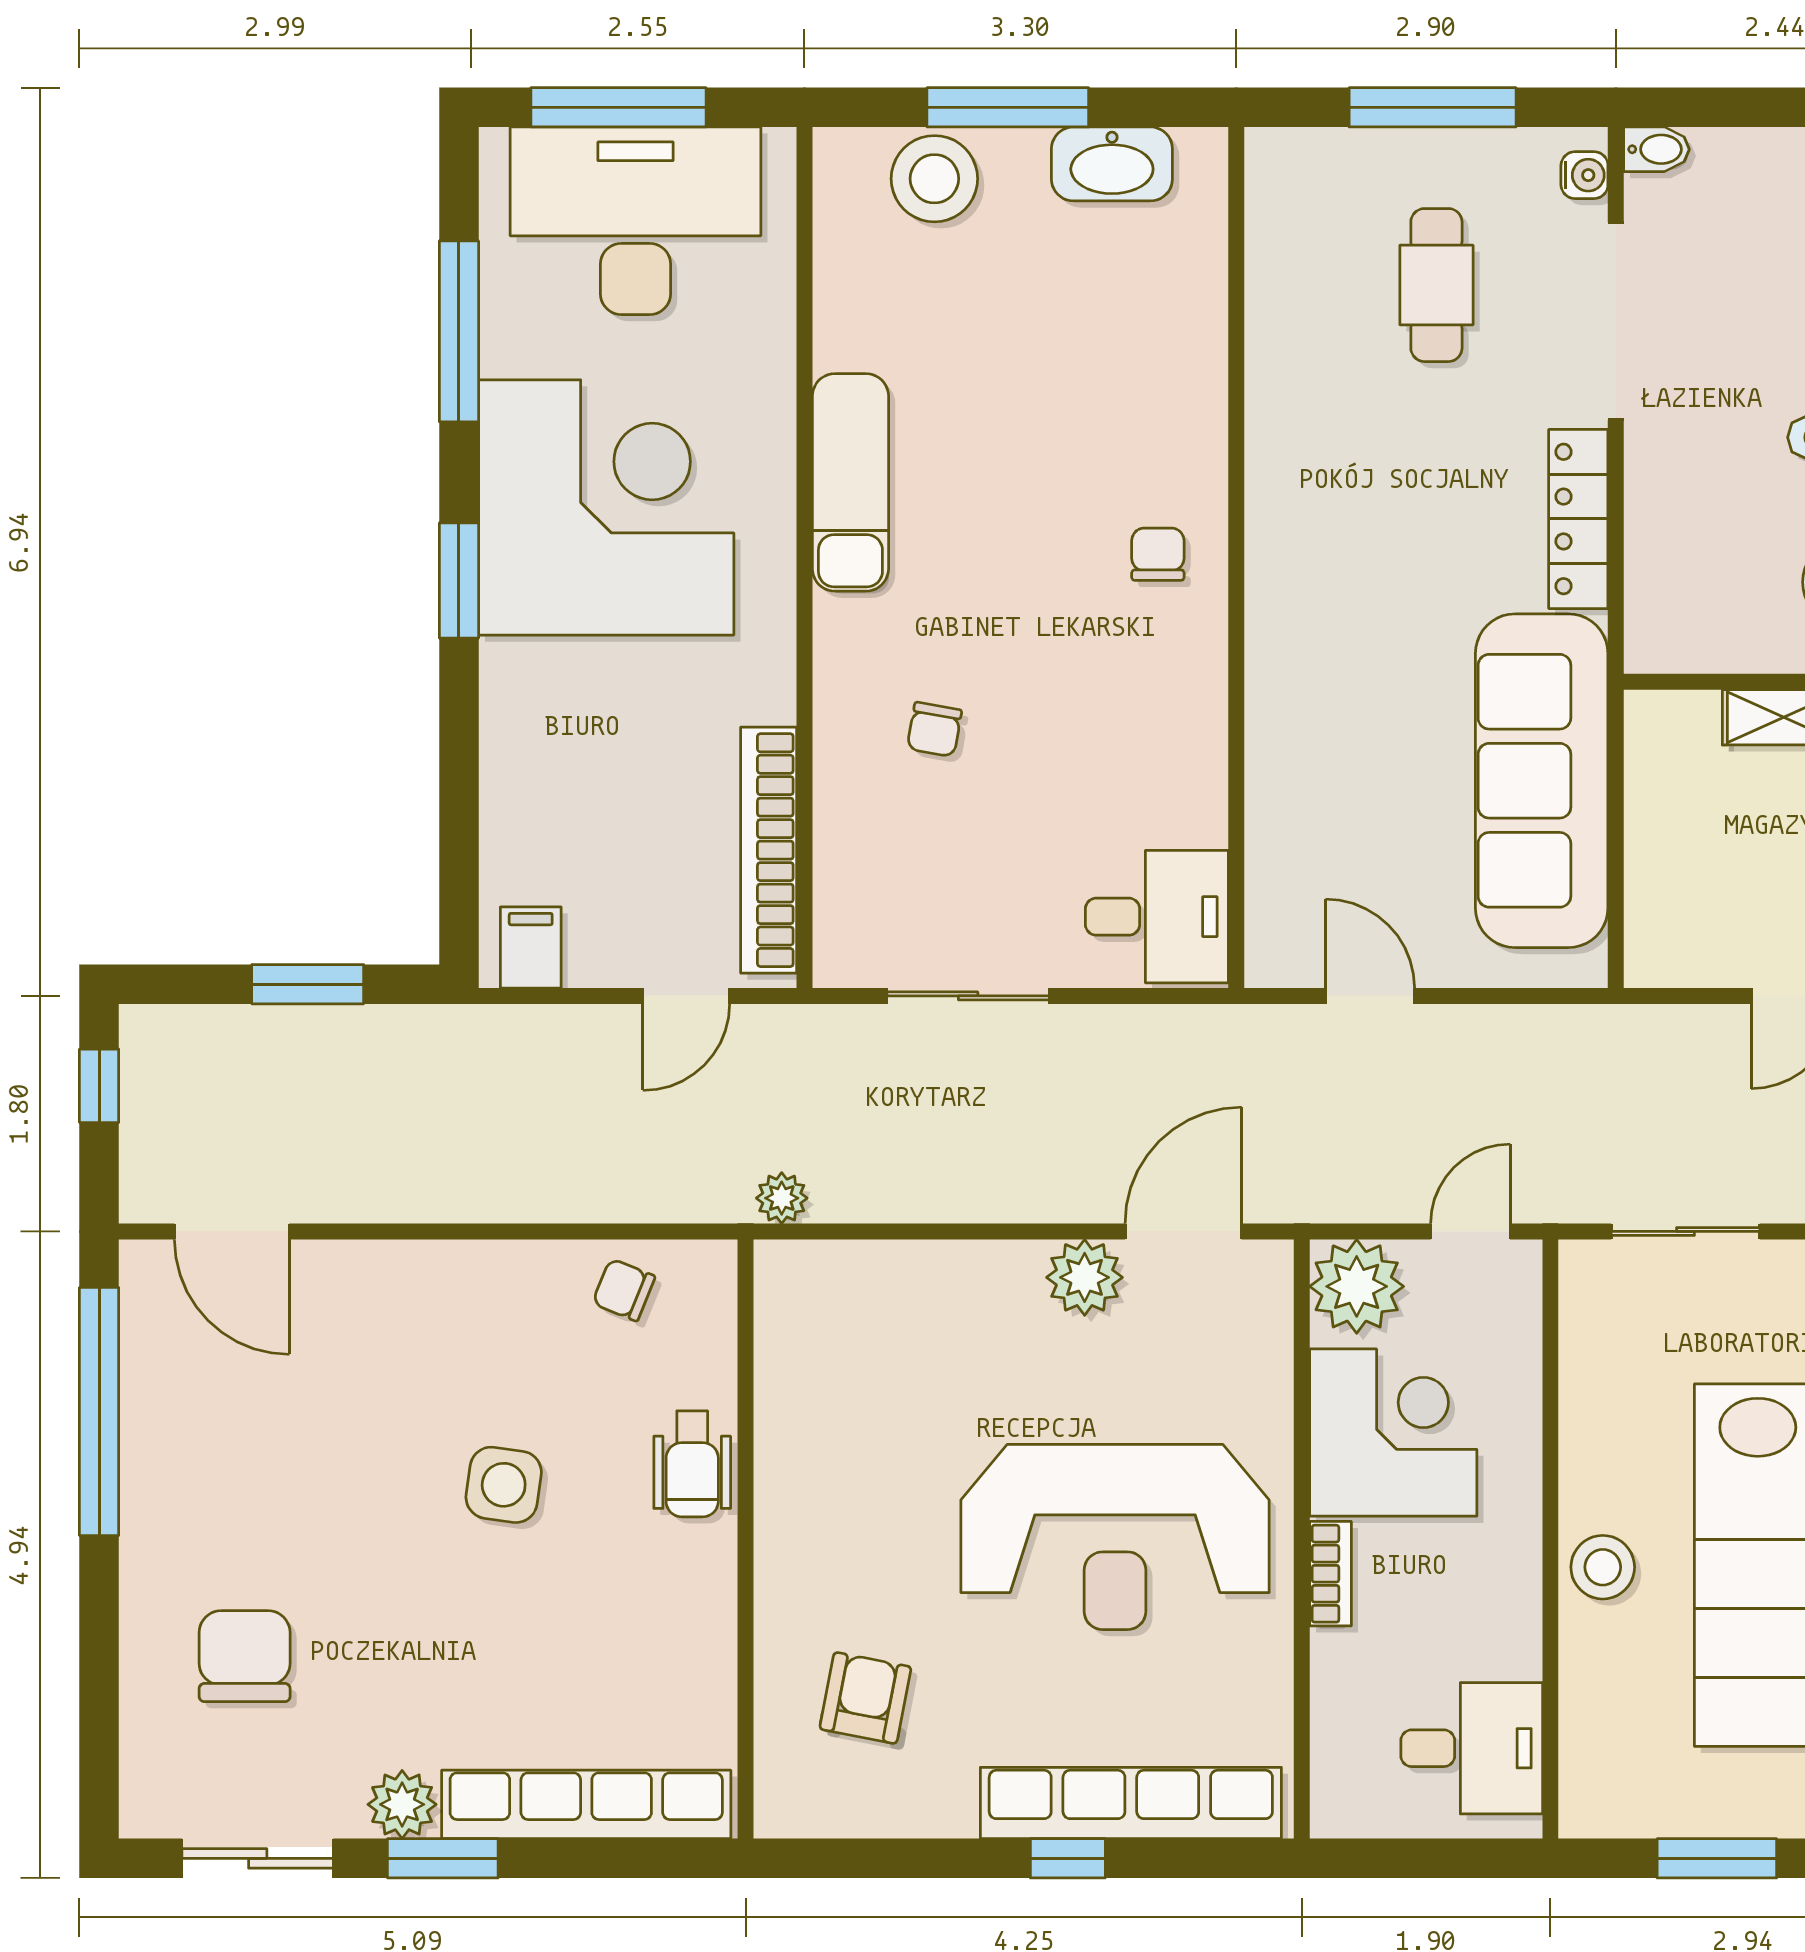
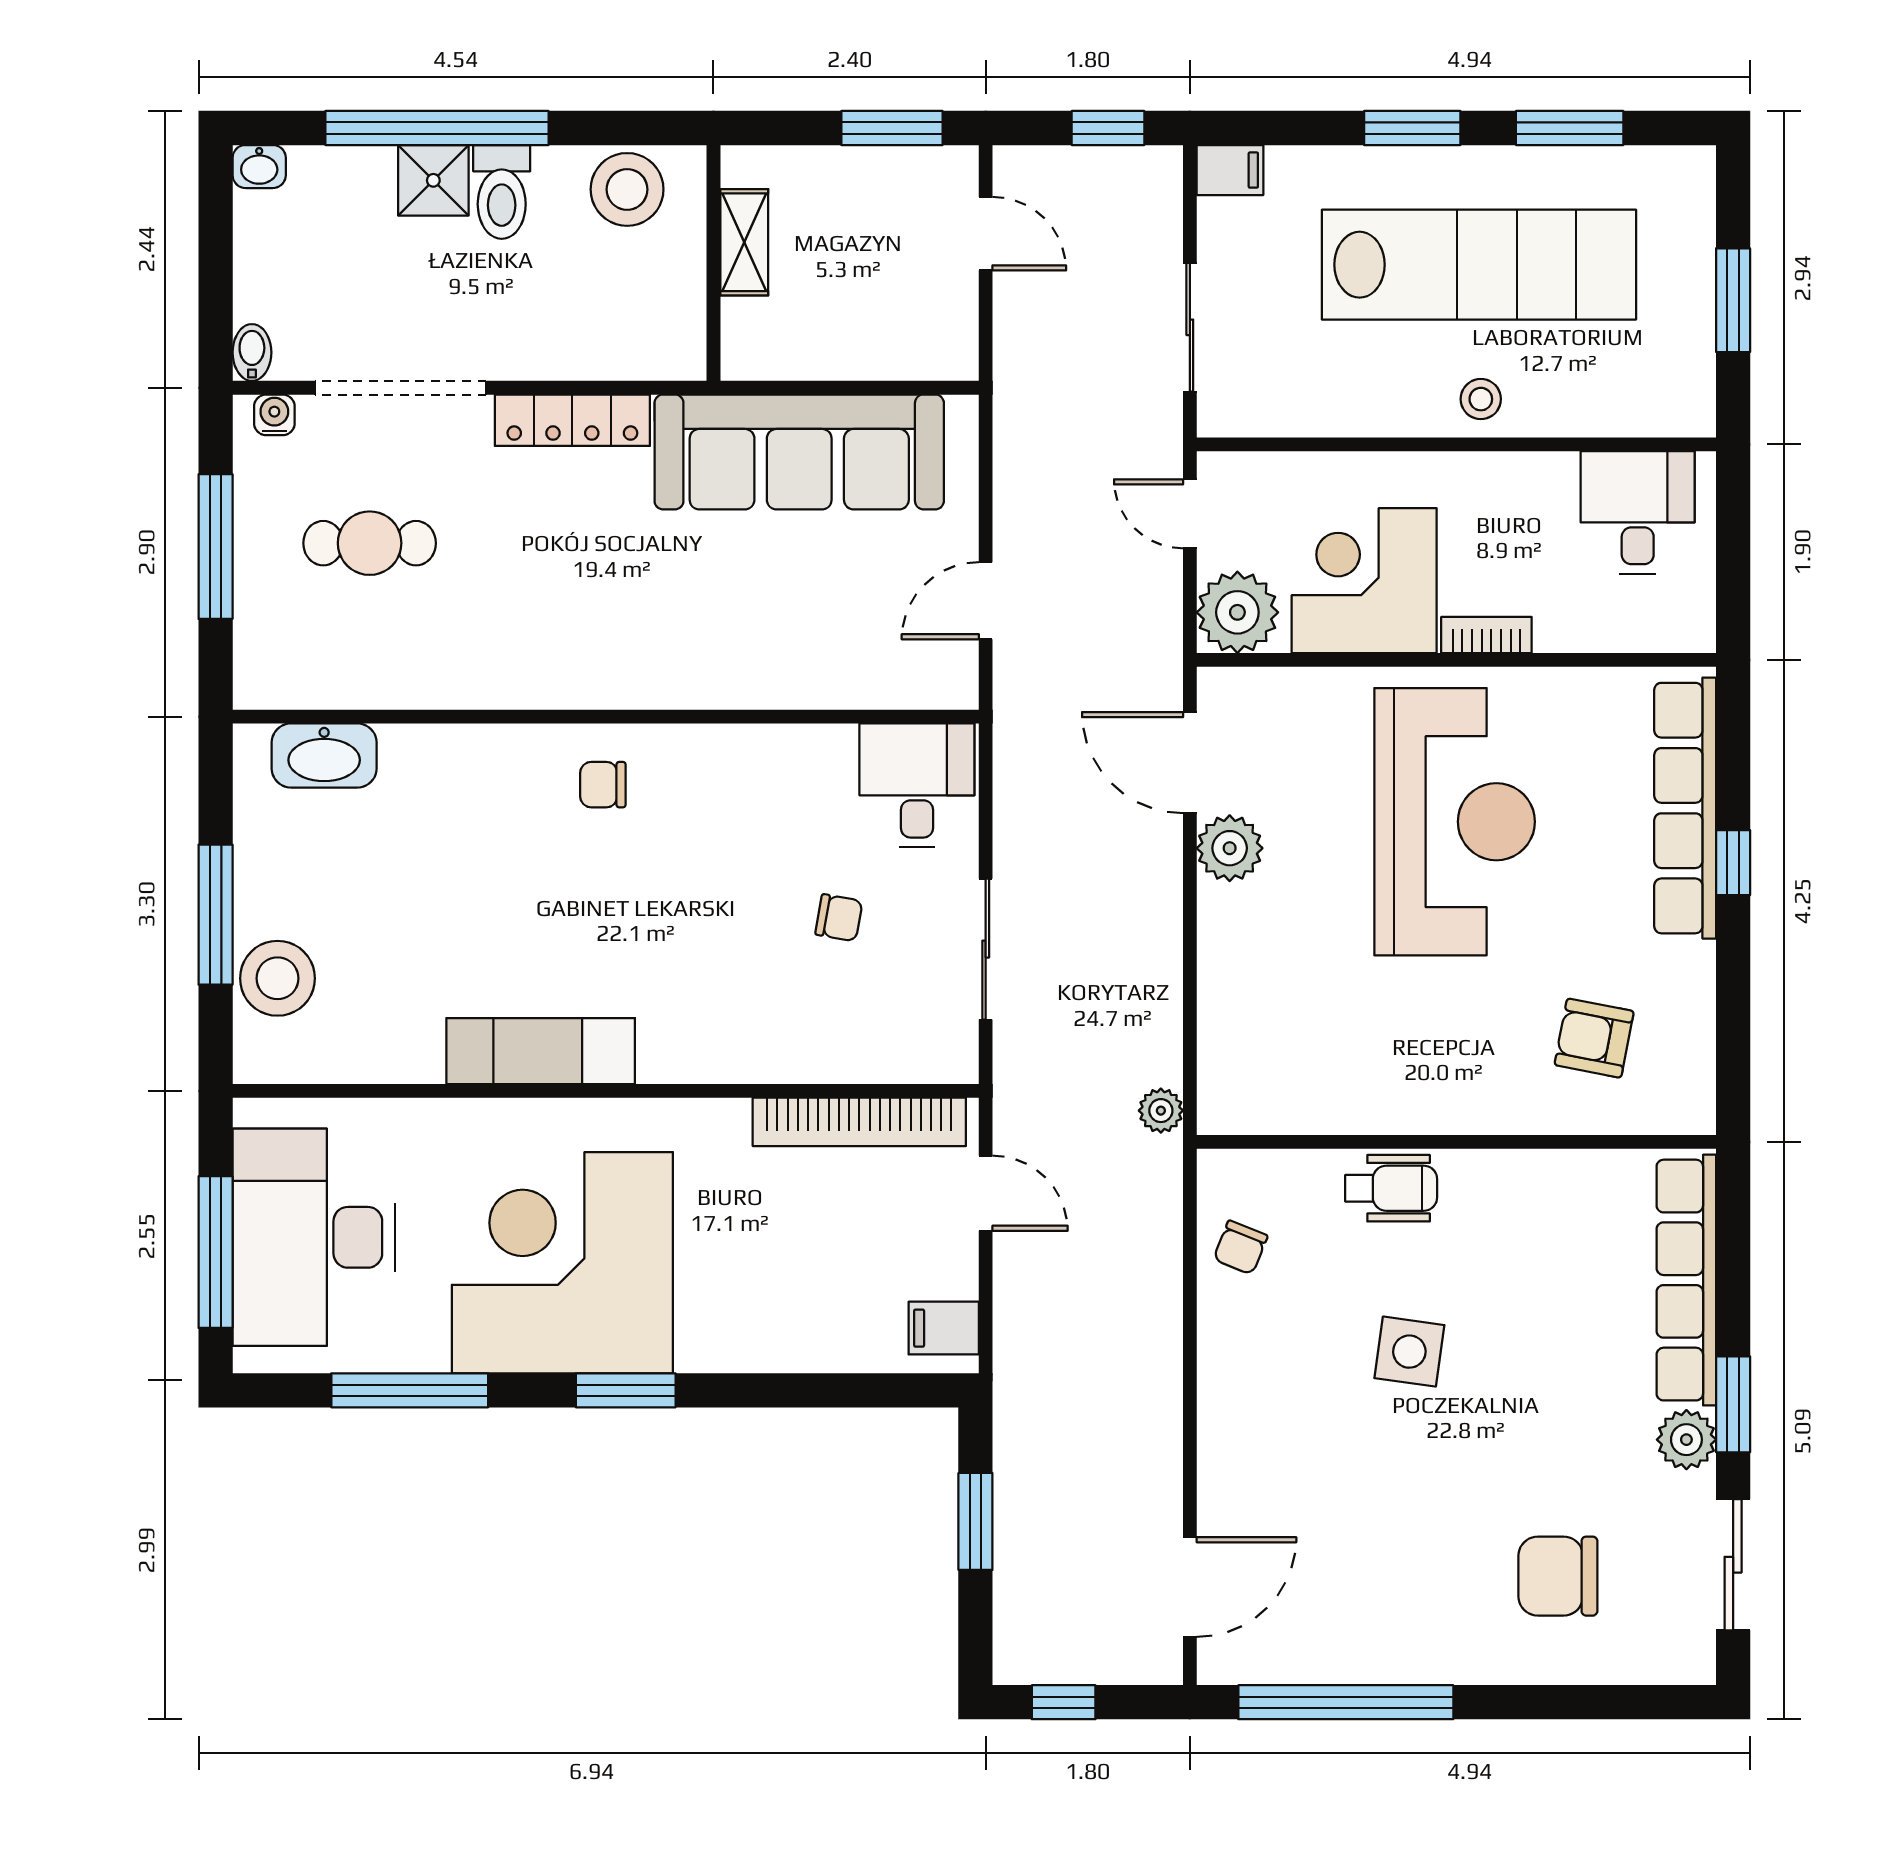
washbasin: (1112, 164) -> (324, 756), moved, turned 90
chair: (934, 729) -> (839, 918), moved
stool: (1603, 1567) -> (1481, 399), width x0.73, depth x0.73

